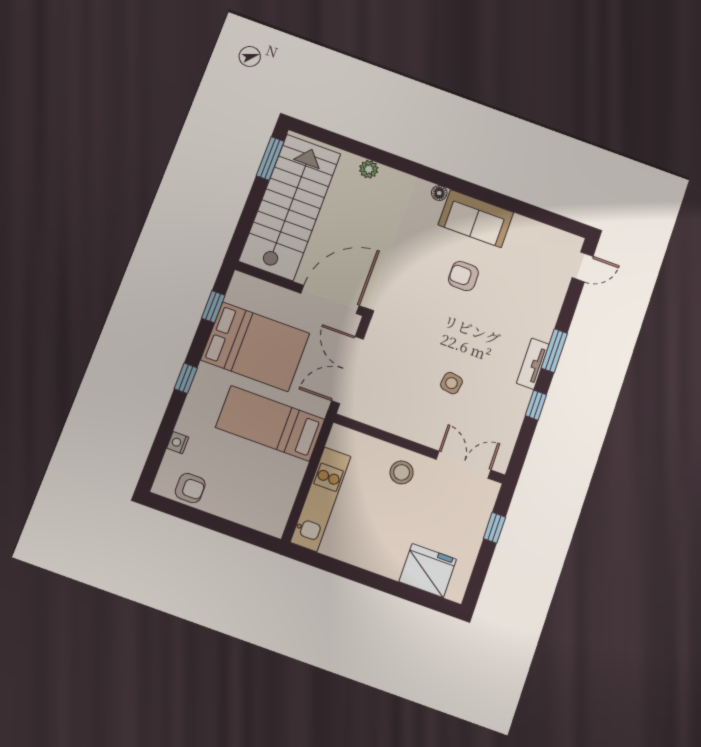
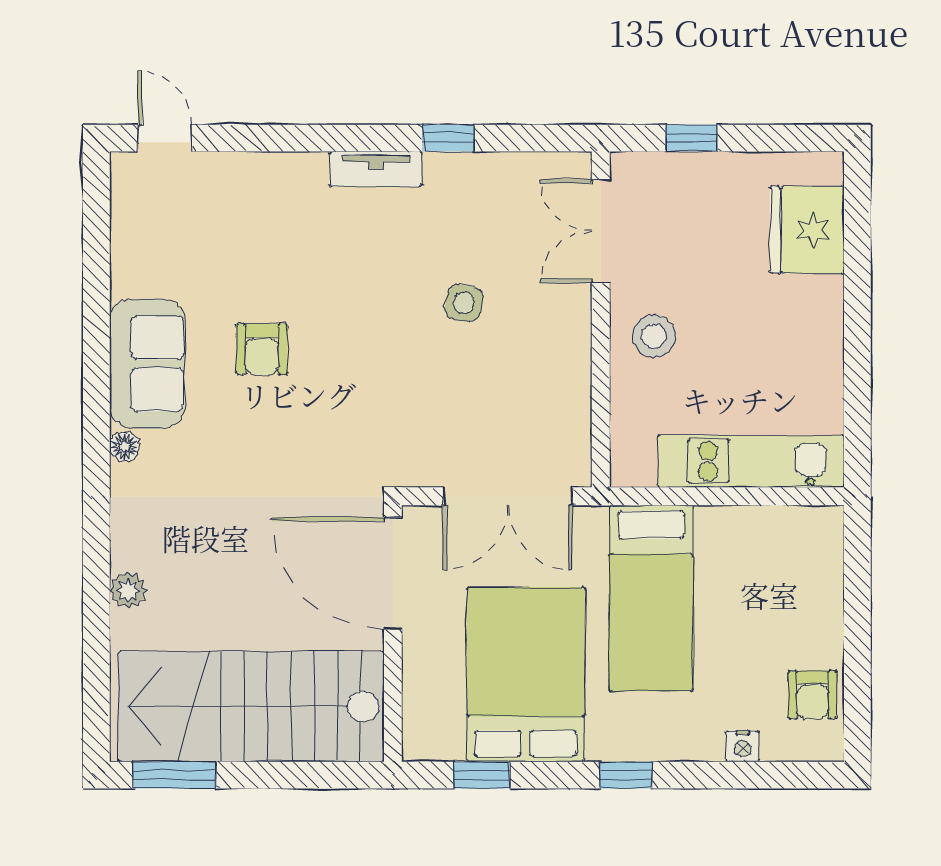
window: (554, 351) -> (338, 138), removed
armchair: (190, 488) -> (813, 695), turned 180

